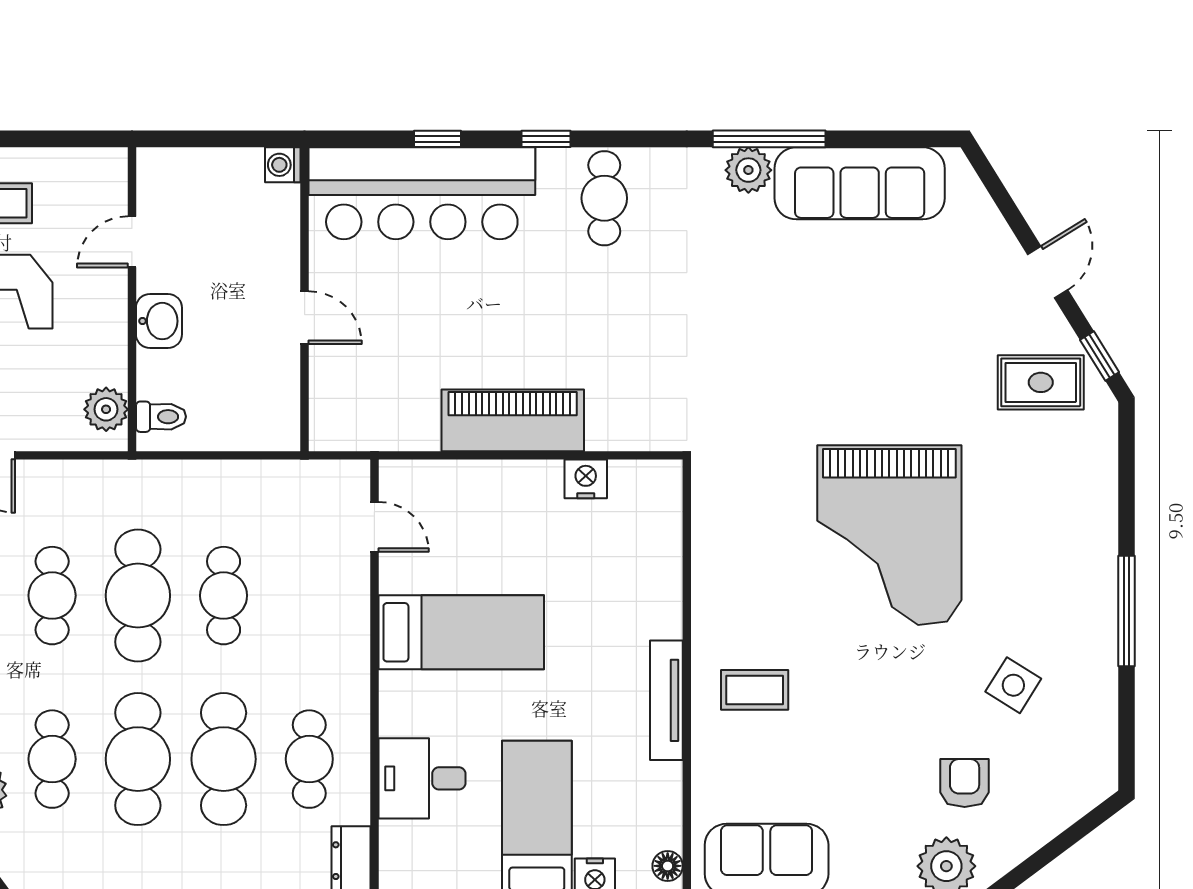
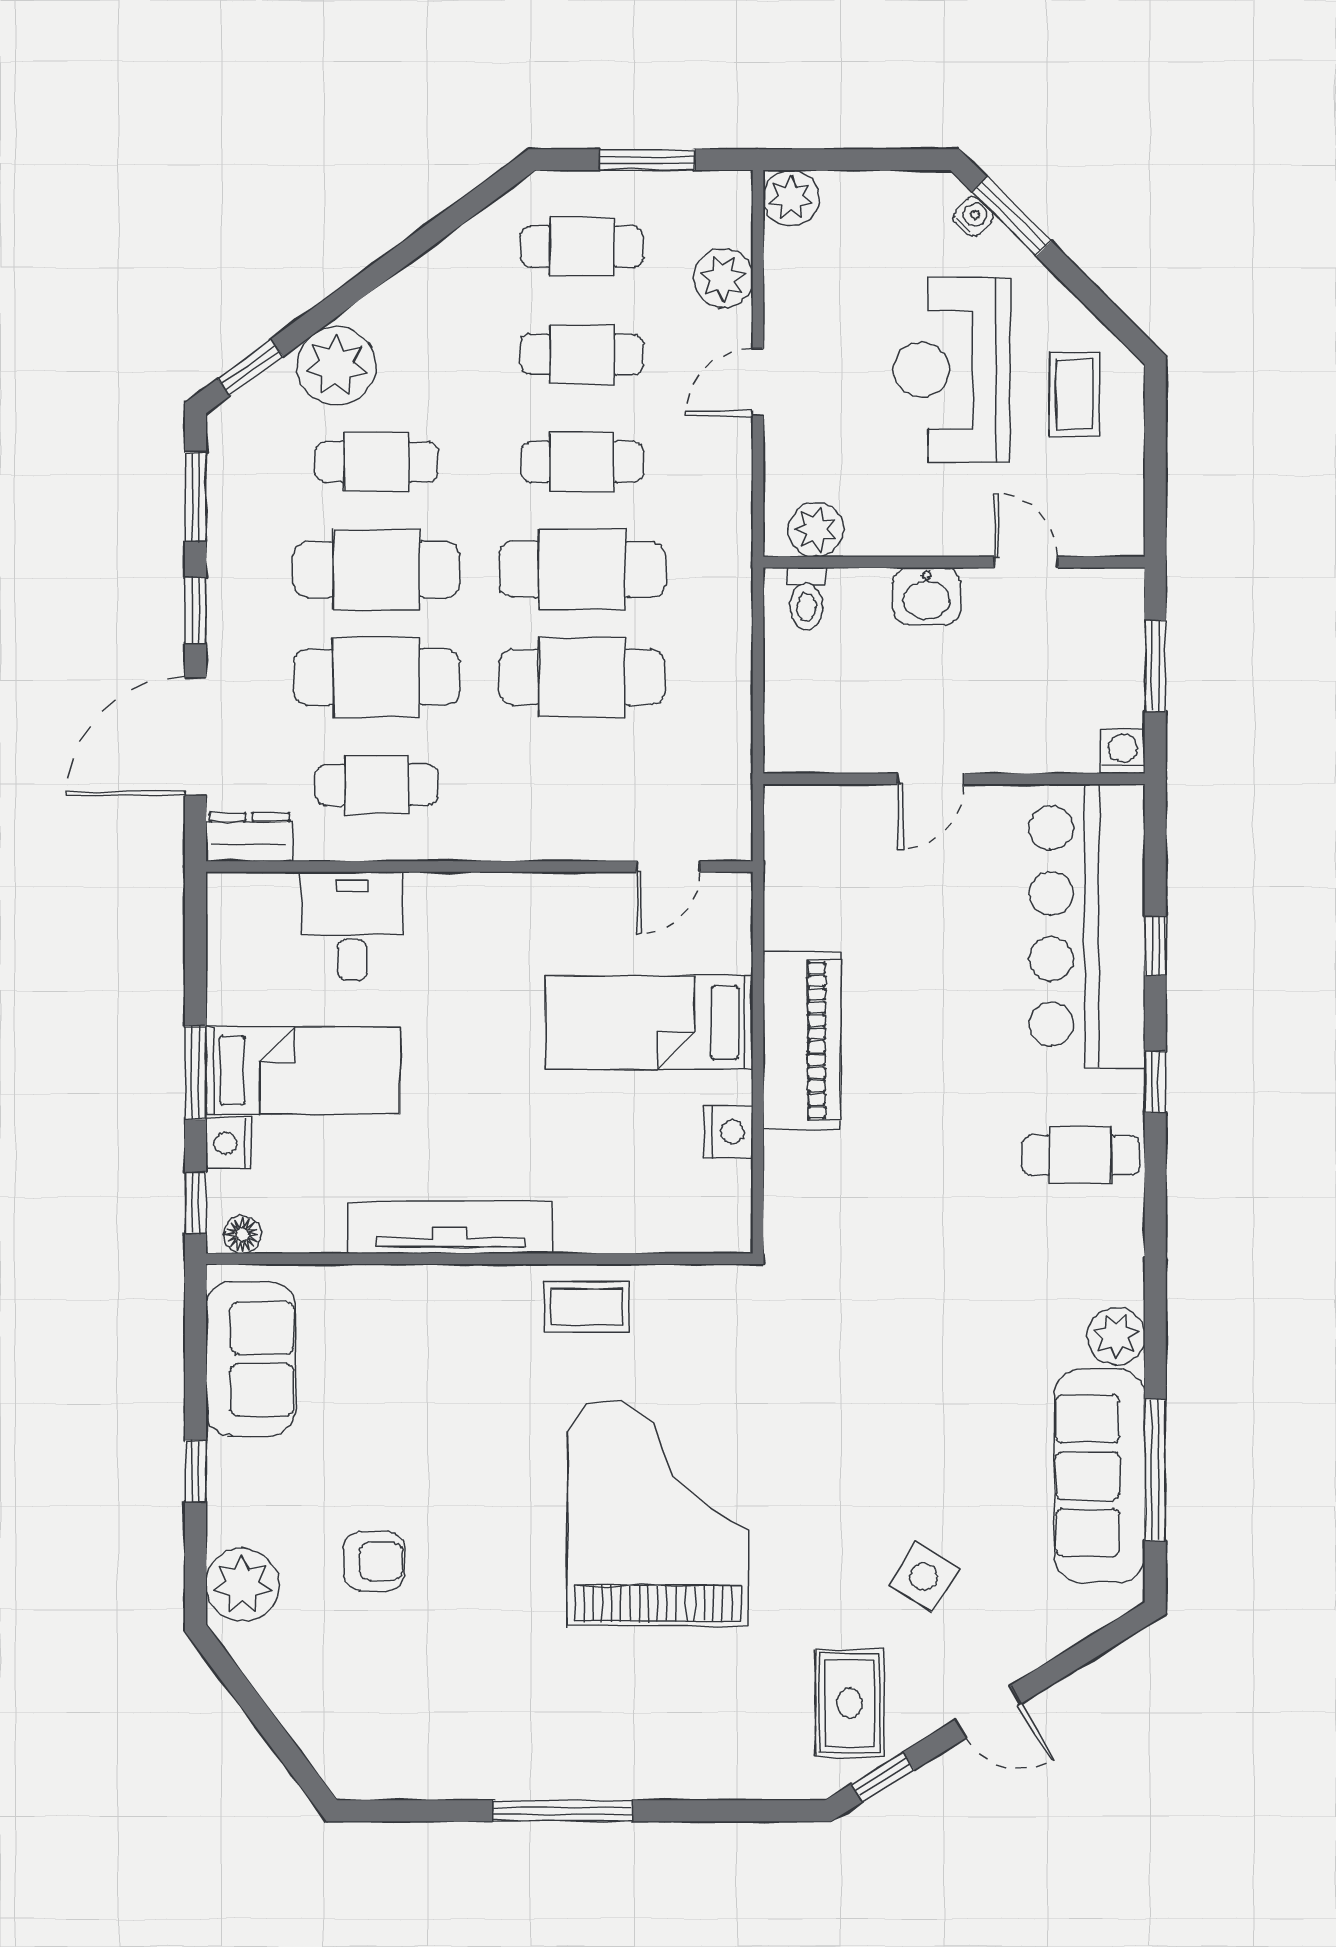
window: (215, 139) -> (1155, 666), added
window: (769, 139) -> (1155, 1470), moved
grand piano: (889, 535) -> (658, 1513), turned 90
cafe table: (224, 596) -> (582, 677), width x1.37, depth x1.35
bed: (461, 632) -> (649, 1022), moved, turned 90
side table: (1013, 685) -> (924, 1577), moved
coffee table: (755, 690) -> (587, 1307), moved, turned 90
tv unit: (666, 700) -> (450, 1227), width x1.36, depth x1.29
armchair: (965, 783) -> (374, 1561), moved

